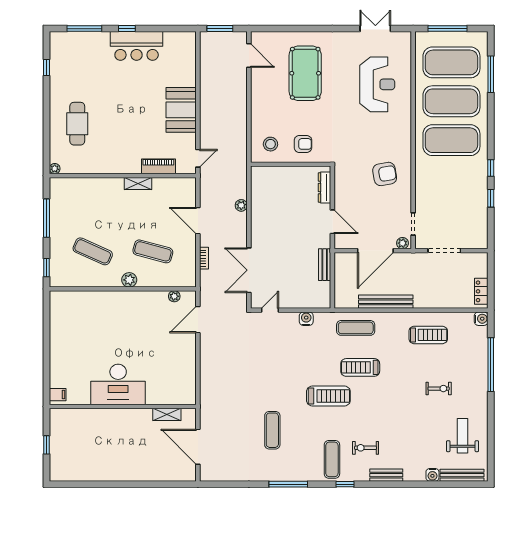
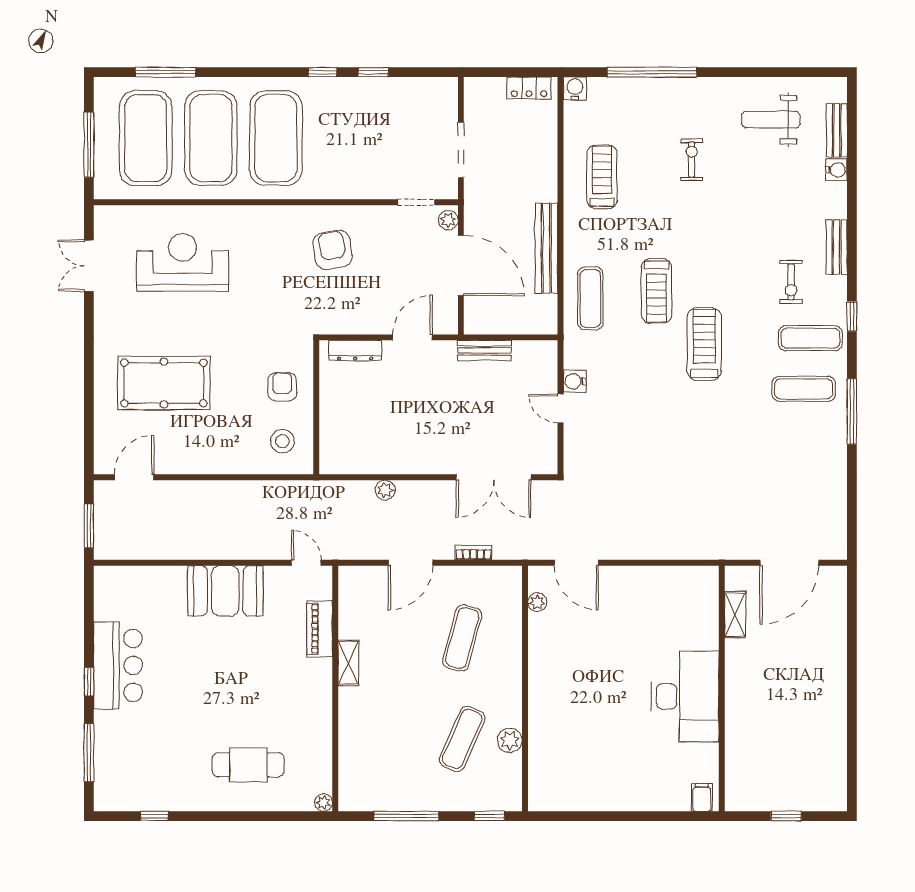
plant: (129, 280) -> (510, 740), moved
door: (270, 310) -> (561, 408), moved
exercise mat: (272, 430) -> (804, 389), moved
bench: (462, 475) -> (837, 130), width x0.73

